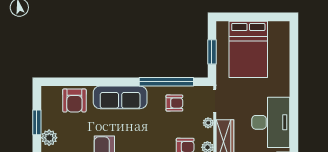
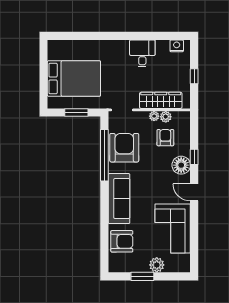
armchair: (174, 103) -> (124, 148), width x1.88, depth x1.88
desk: (271, 122) -> (142, 53), width x0.53, depth x0.77
plant: (208, 123) -> (154, 116), moved

